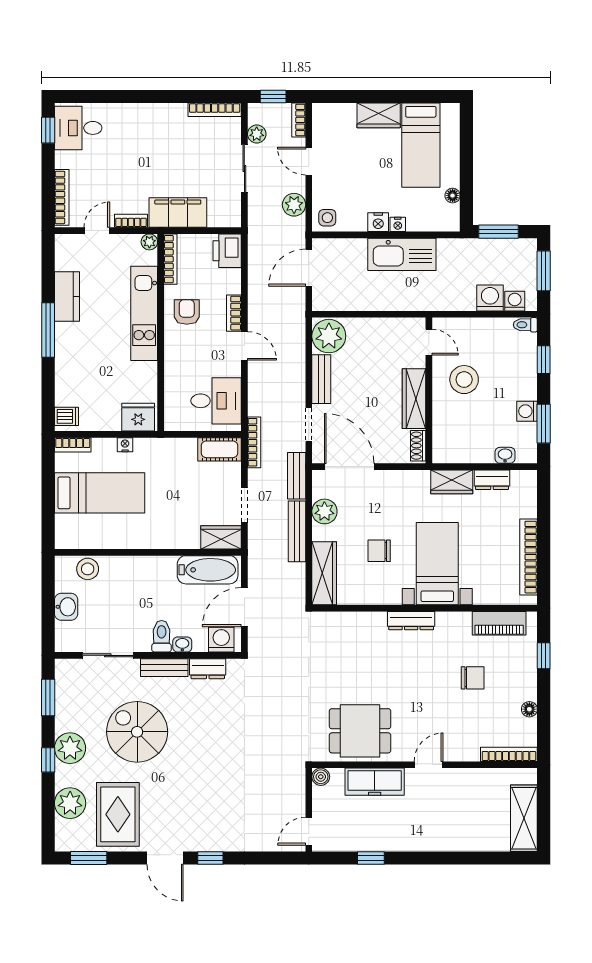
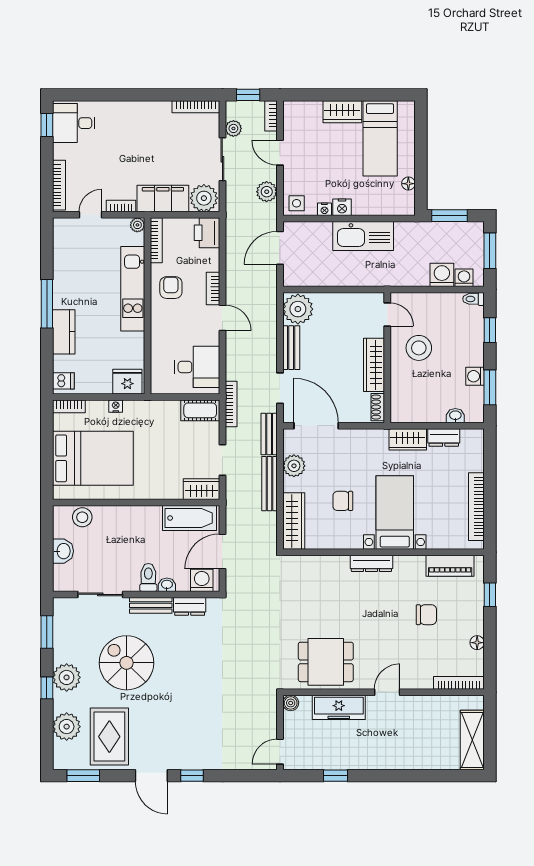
plant: (224, 212) -> (204, 198), added
nightstand: (398, 224) -> (324, 209), moved
kitchen counter: (67, 297) -> (64, 332), moved
bed: (100, 493) -> (93, 458), width x1.50

